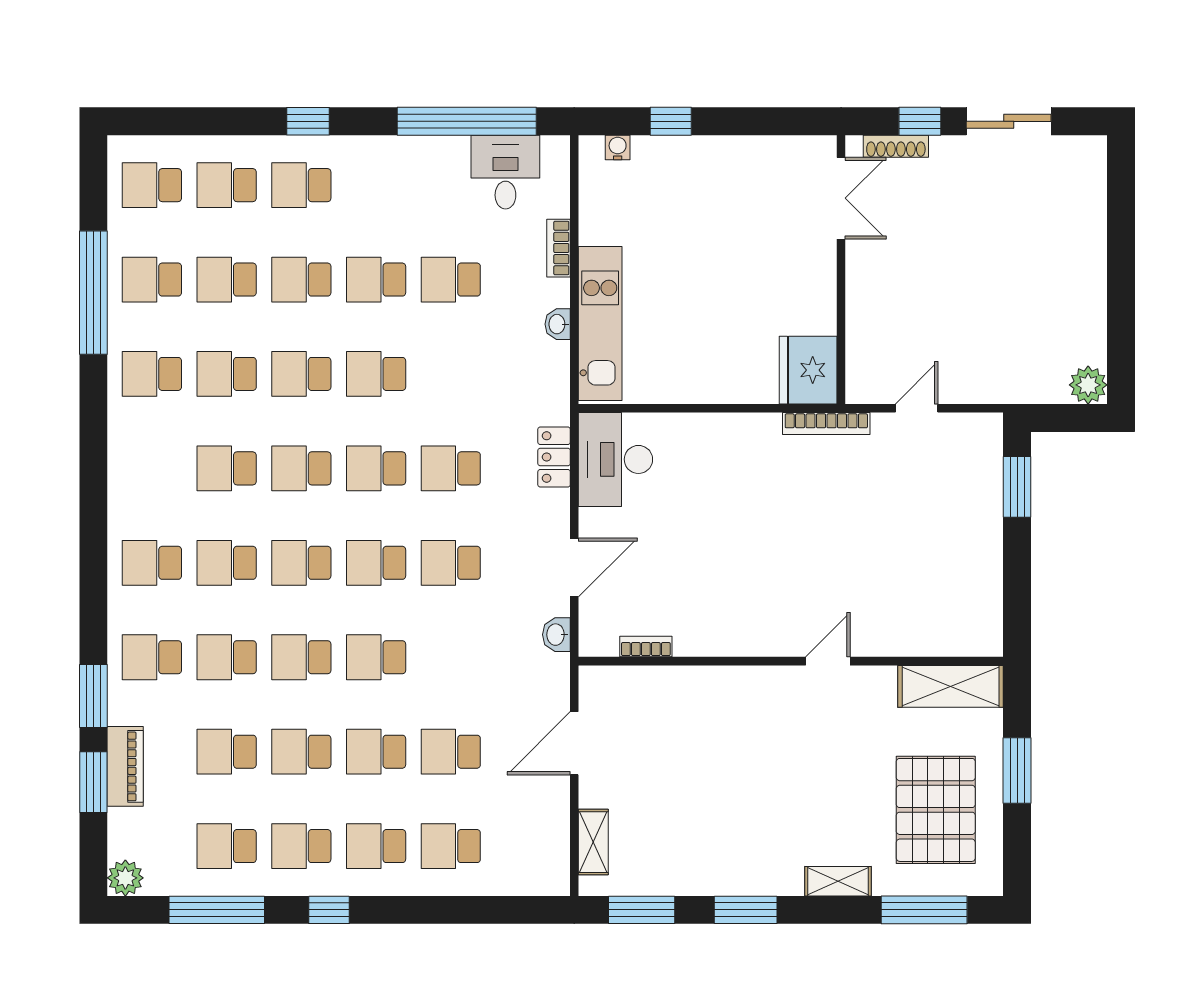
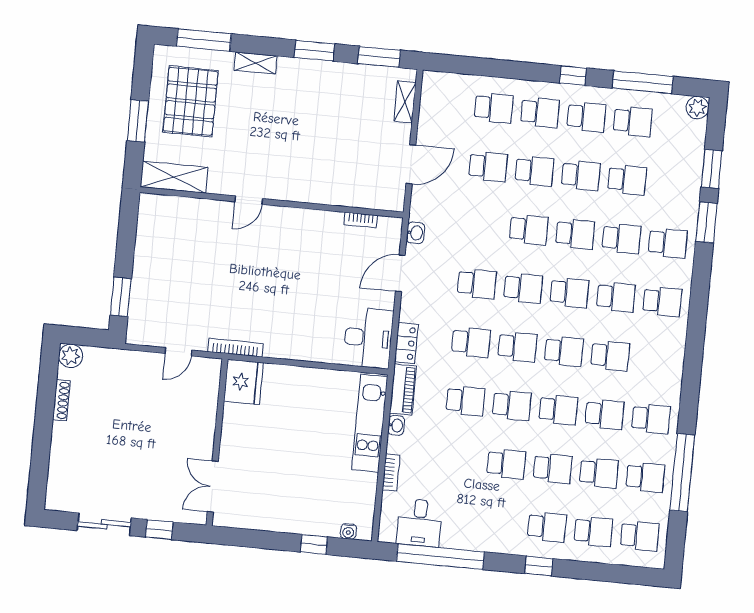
shoe rack: (896, 146) -> (61, 400), moved, turned 90
school desk: (451, 280) -> (465, 401), moved
piano: (125, 766) -> (403, 390), moved, turned 180

